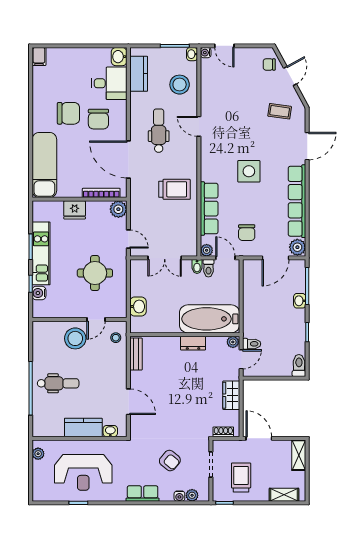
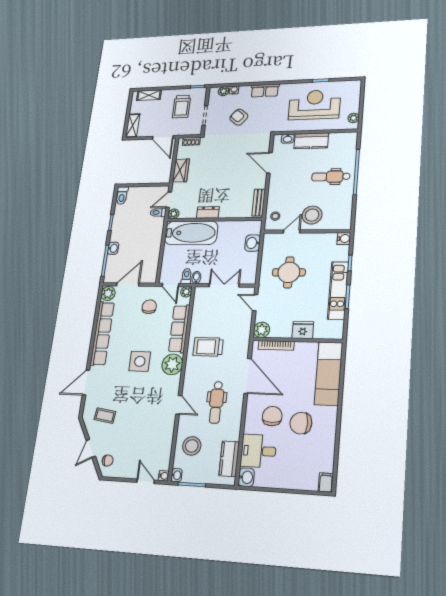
plant: (212, 169) -> (172, 364), added
water cooler: (39, 293) -> (344, 239), moved

